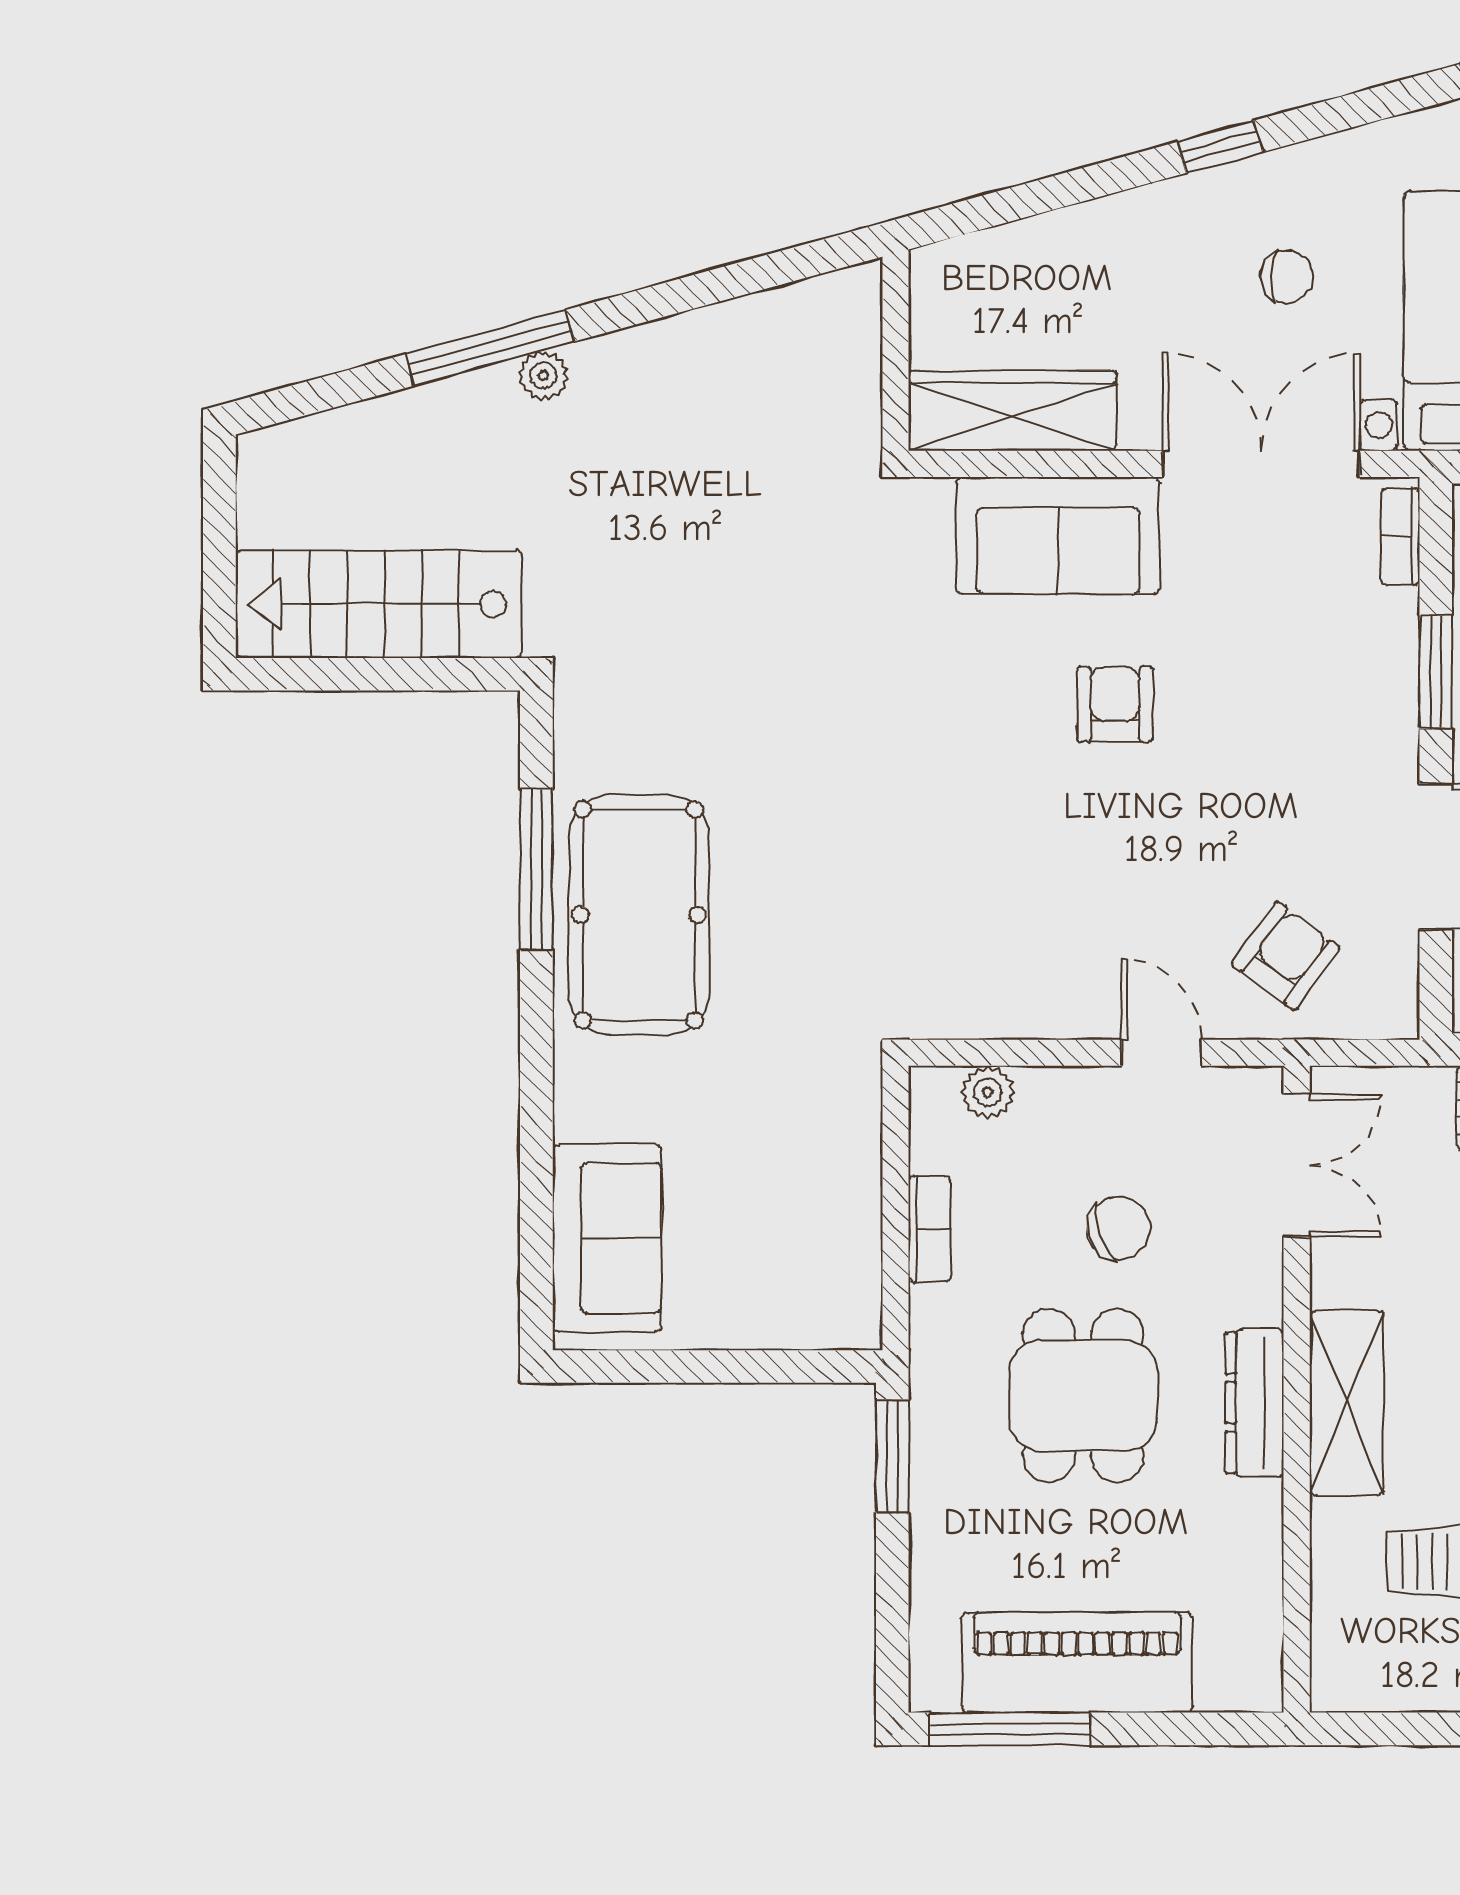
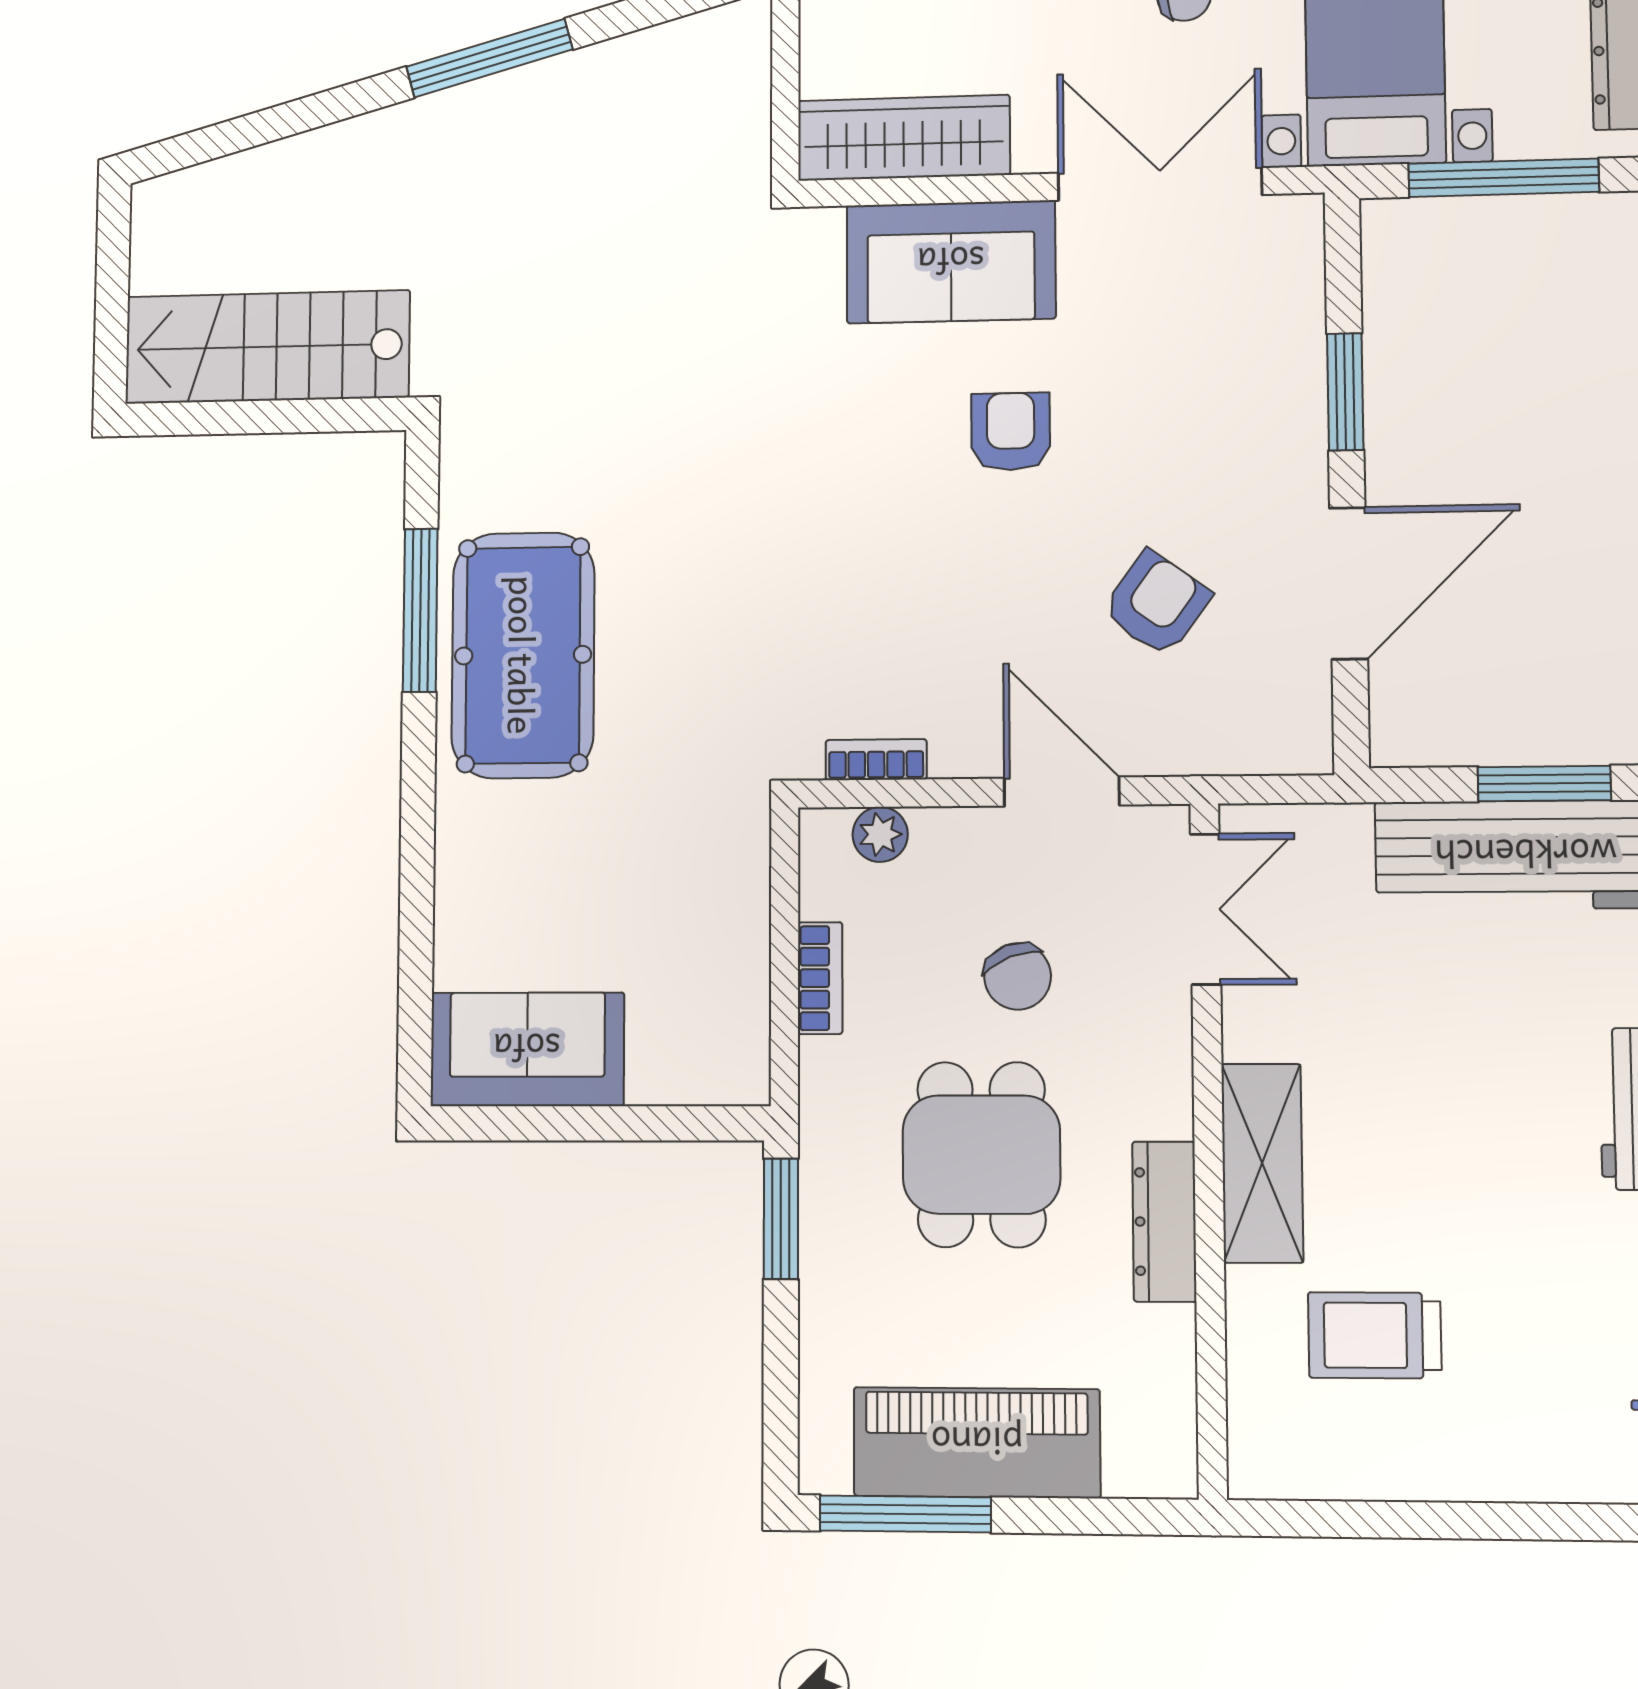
window: (490, 348) -> (490, 58), moved
plant: (543, 376) -> (433, 117), removed
bookcase: (1400, 536) -> (876, 760), moved, turned 90
armchair: (1286, 956) -> (1157, 603), moved
door: (1162, 1053) -> (1062, 792), width x1.38
chair: (1118, 1228) -> (1018, 976), turned 87
sofa: (607, 1238) -> (527, 1049), moved, turned -90
dresser: (1255, 1403) -> (1164, 1222), moved

